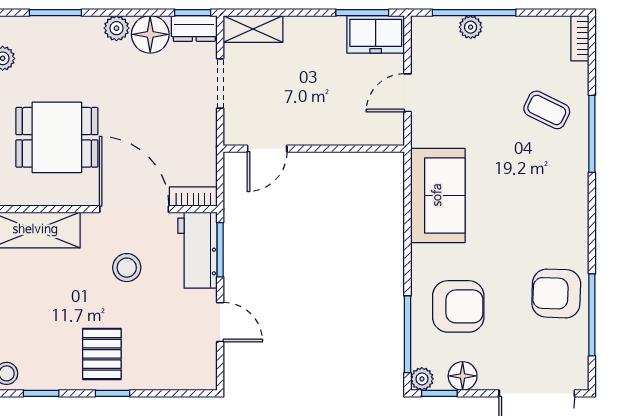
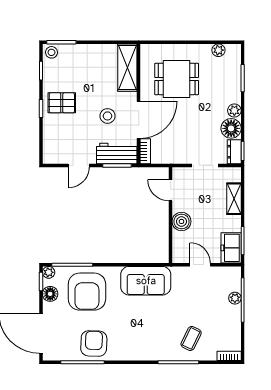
shelving: (253, 29) -> (234, 199), moved
boiler: (326, 128) -> (181, 221), added
dining table: (57, 137) -> (177, 79), turned 90
armchair: (458, 306) -> (87, 292), width x1.36, depth x1.36

